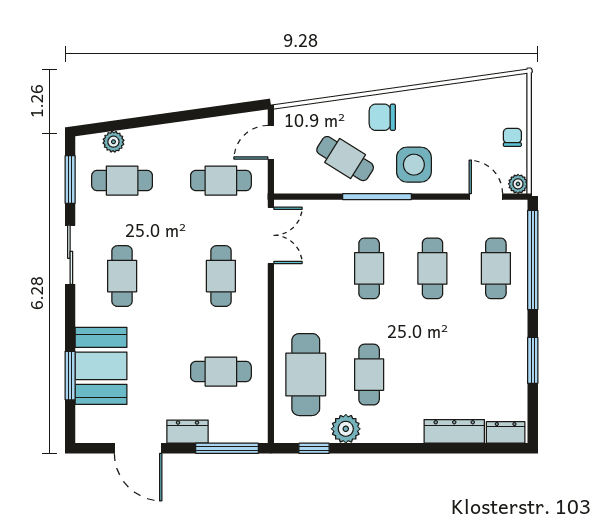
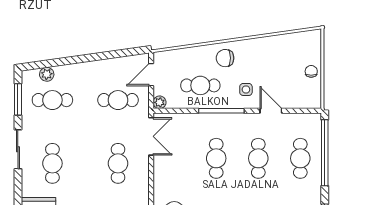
cafe table: (345, 159) -> (200, 85), turned -32
side table: (414, 165) -> (246, 89), width x0.54, depth x0.54
plant: (518, 184) -> (160, 102), moved
door: (486, 197) -> (271, 111), moved

